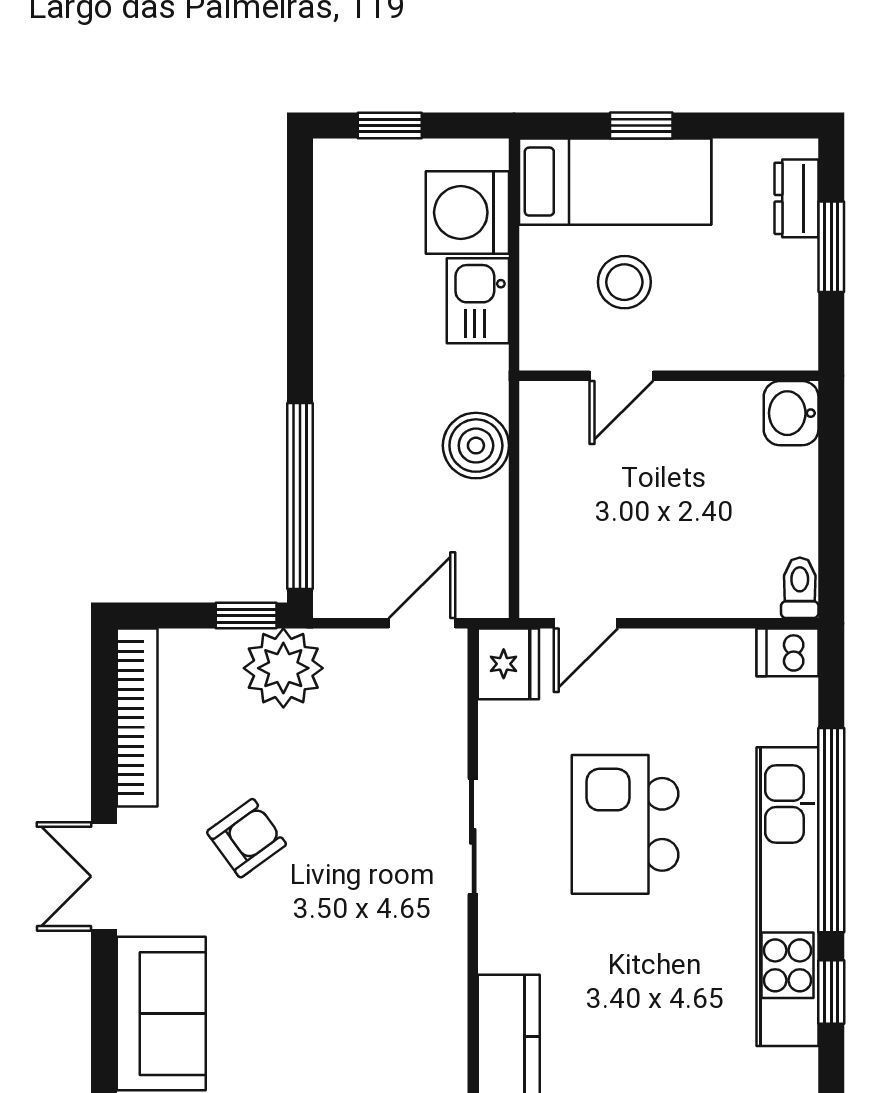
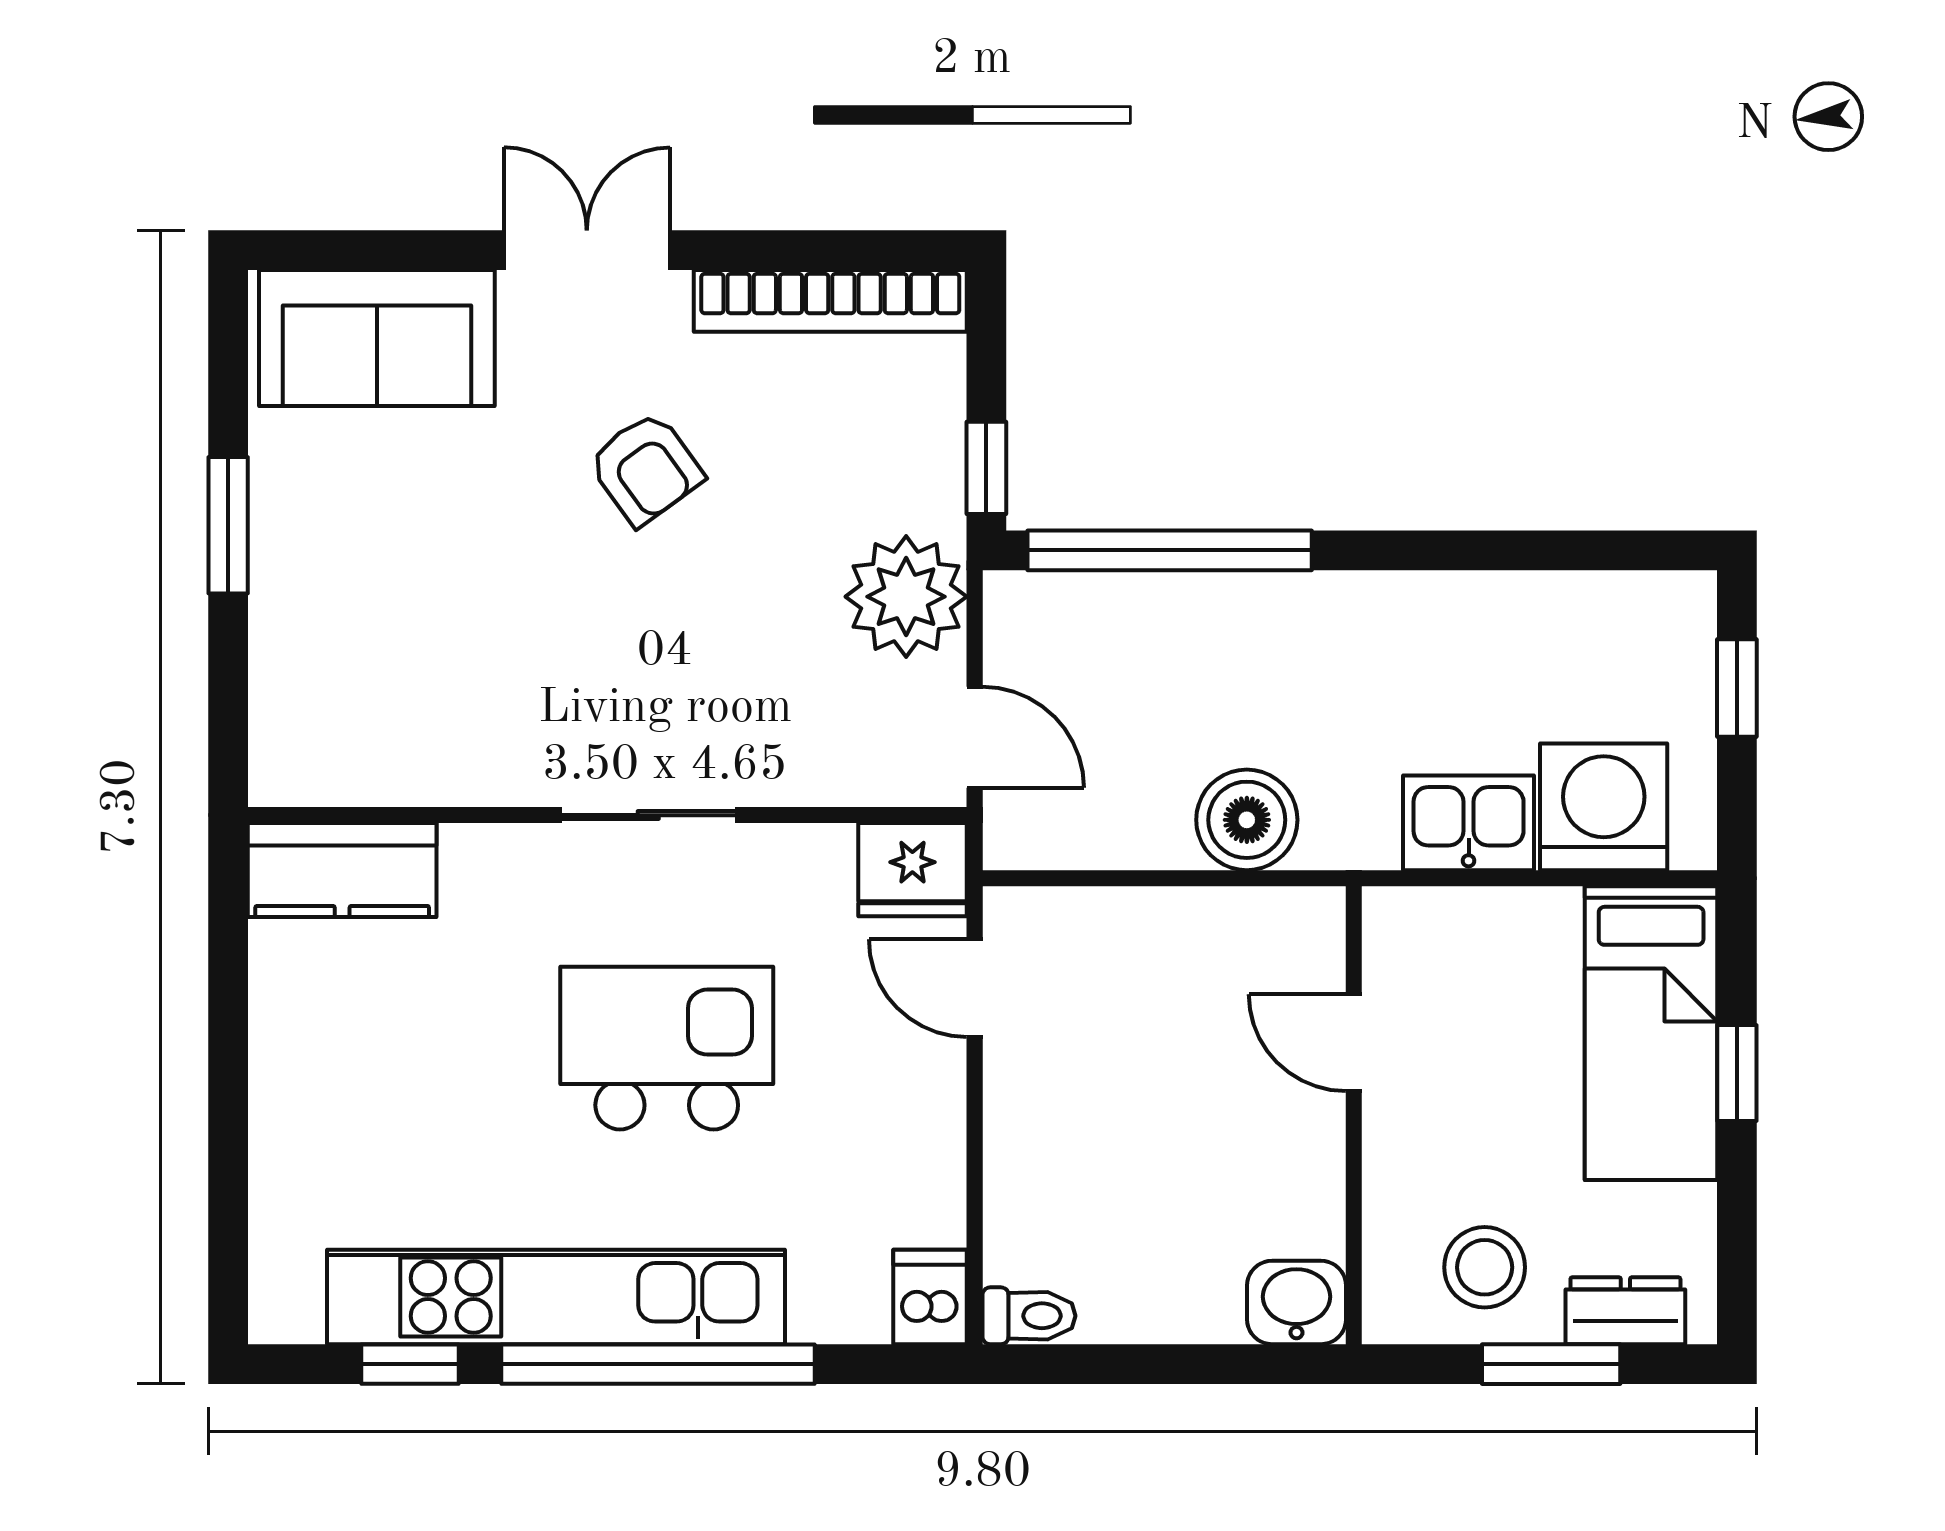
stool: (624, 282) -> (1485, 1267), moved
plant: (283, 668) -> (906, 597), moved

